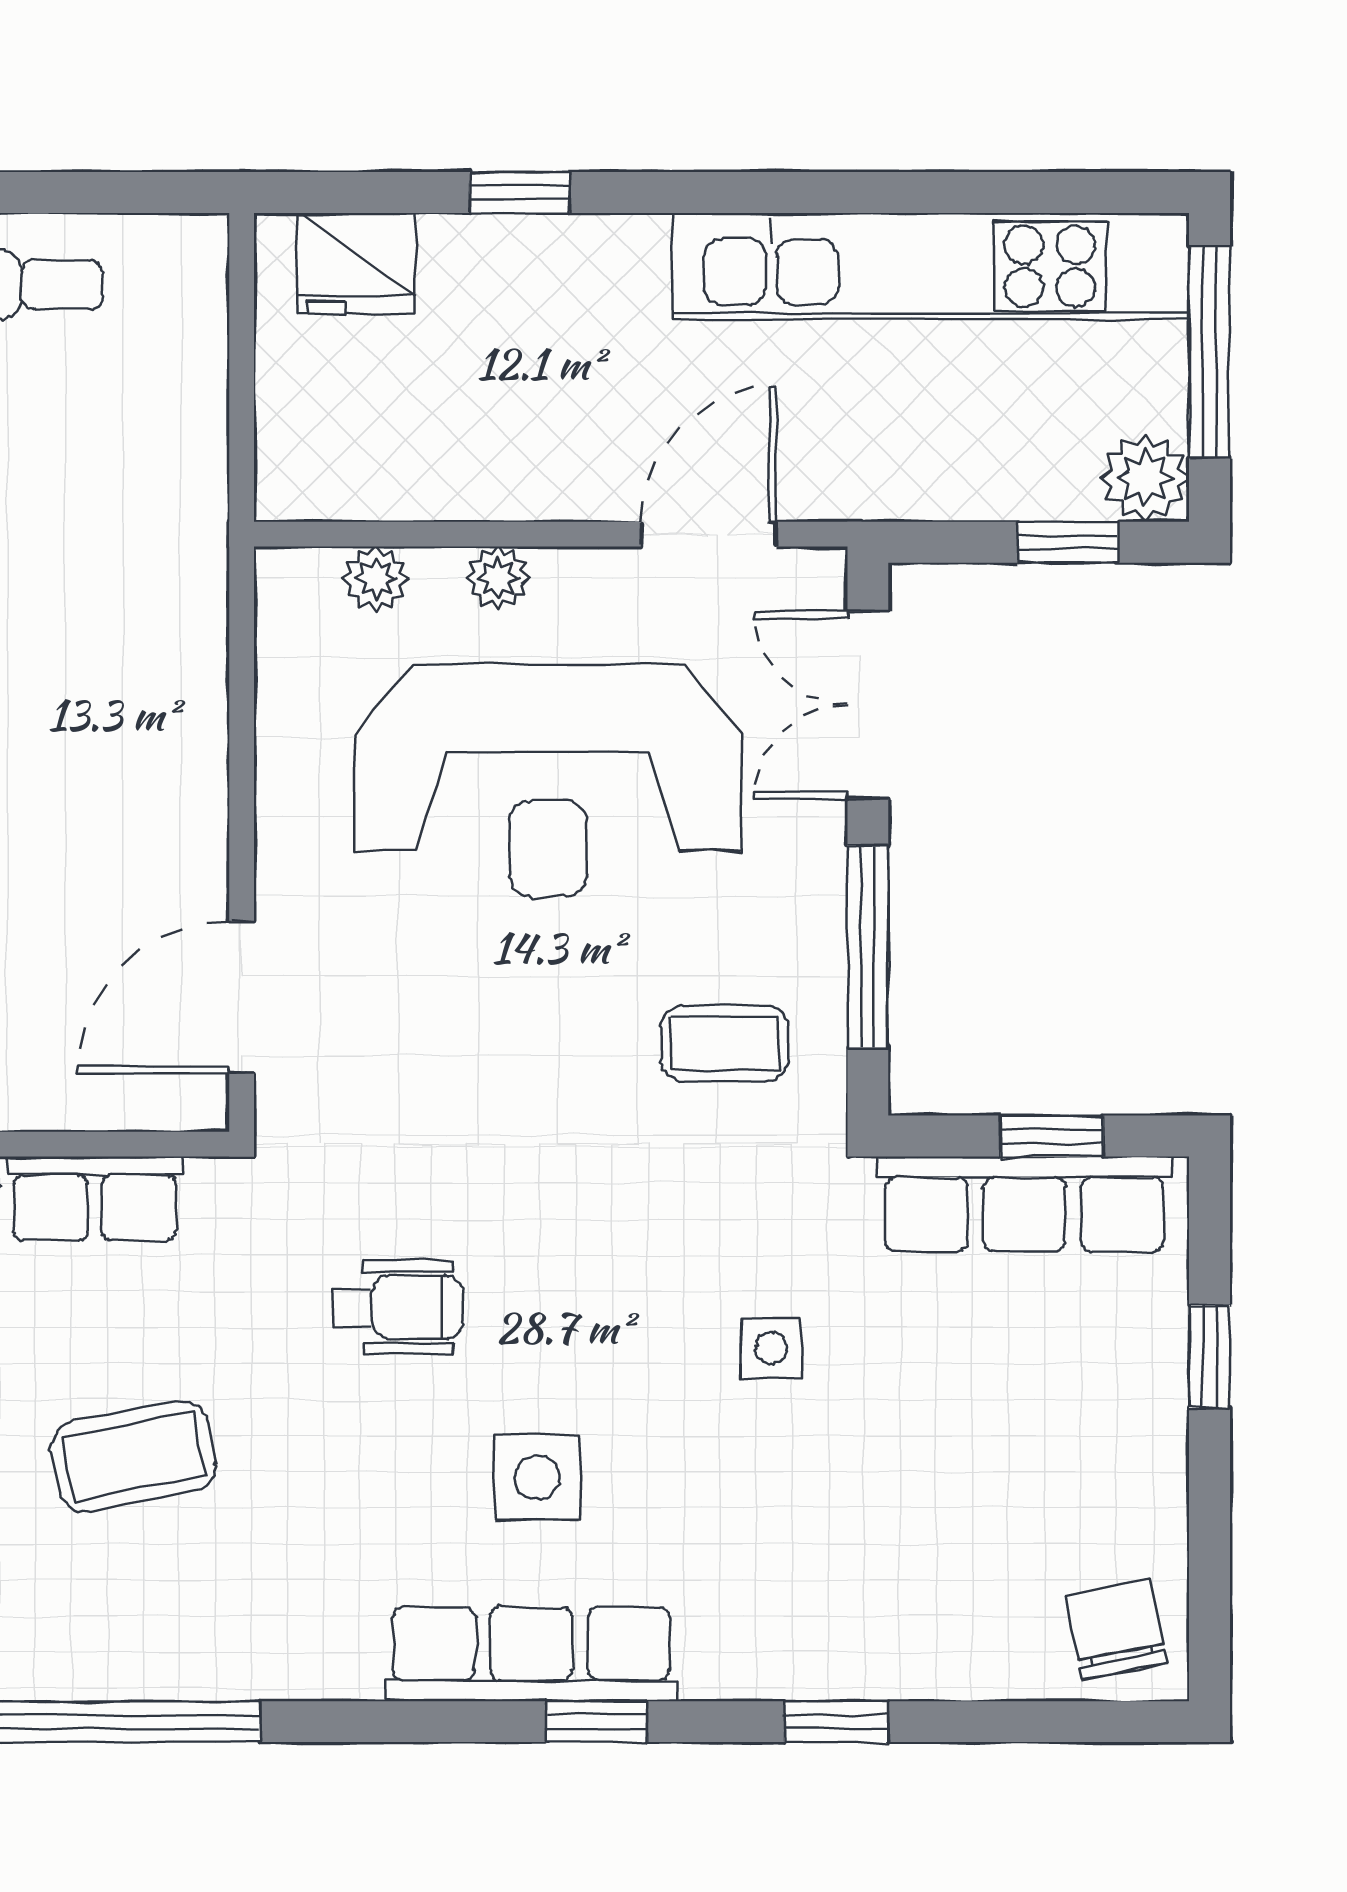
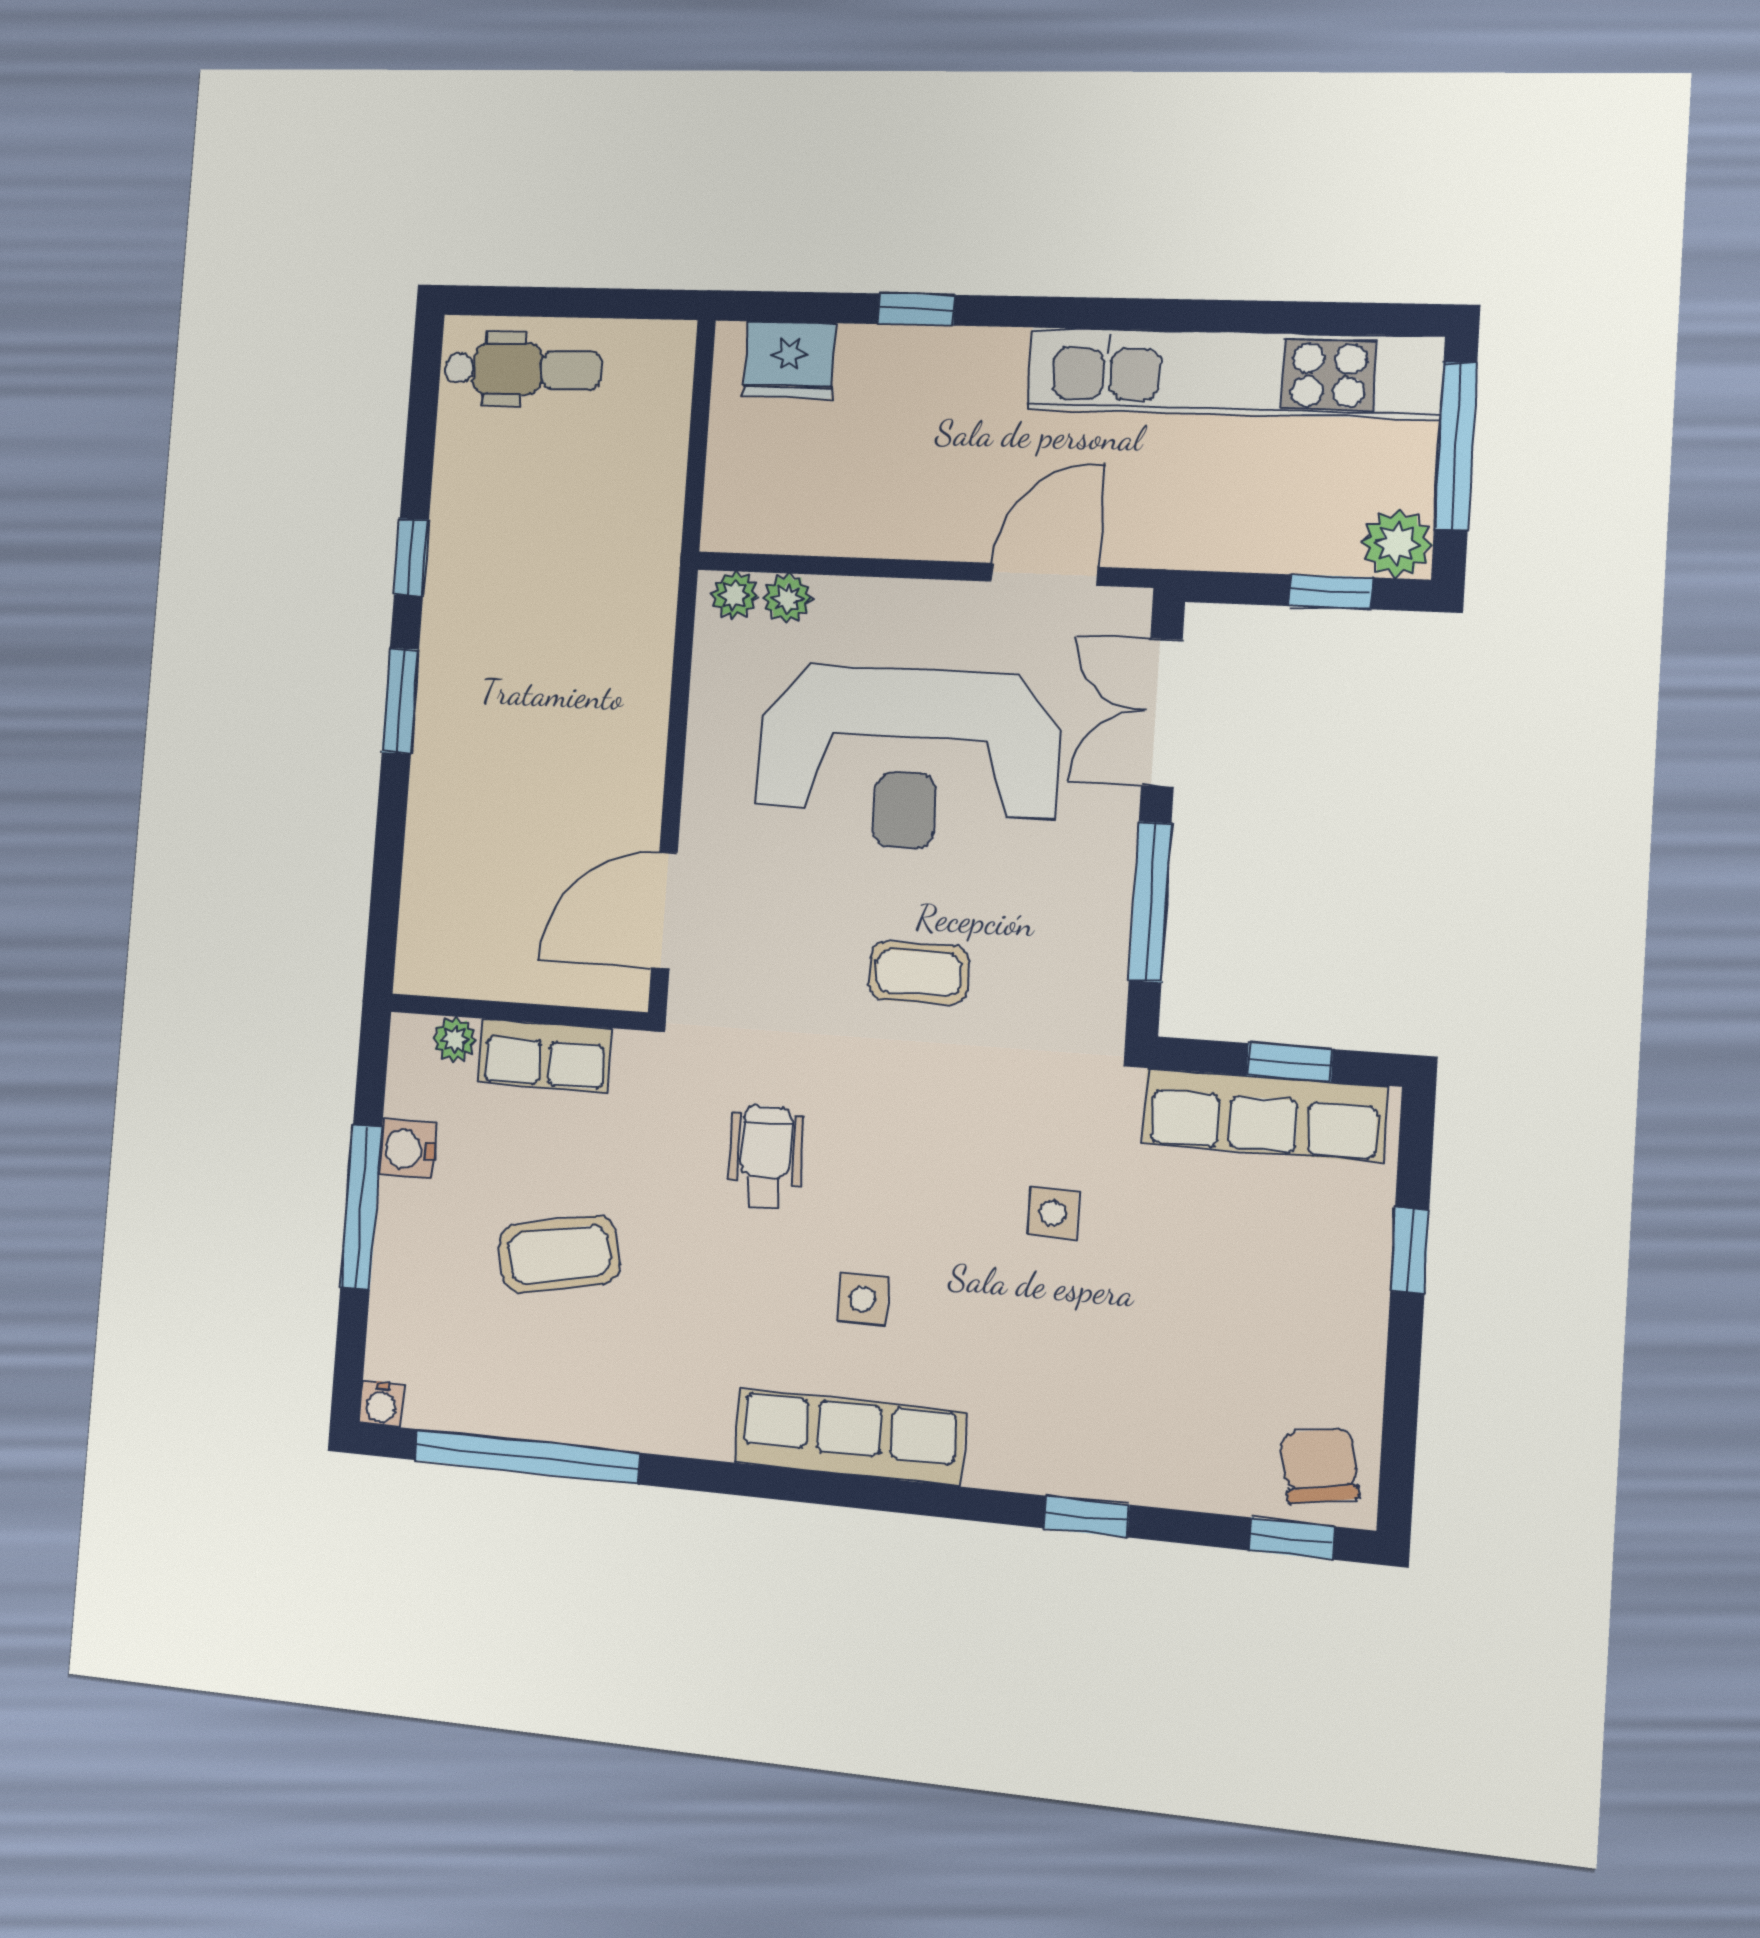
plant: (498, 578) -> (734, 595), moved
coffee table: (724, 1043) -> (919, 973), moved
wheelchair: (398, 1307) -> (765, 1157), turned -90
side table: (537, 1478) -> (863, 1299), width x0.73, depth x0.73
window: (597, 1722) -> (1292, 1538), moved

